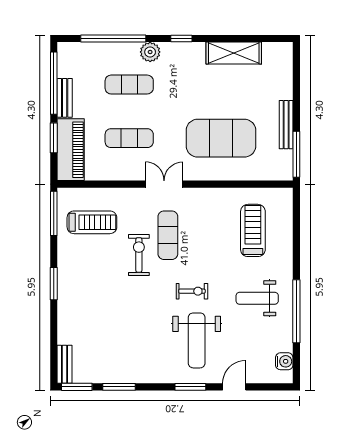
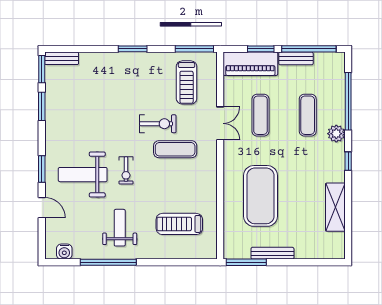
double door: (164, 184) -> (220, 123), moved
treadmill: (253, 230) -> (179, 224), turned 180

